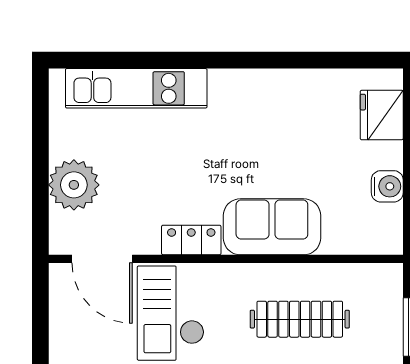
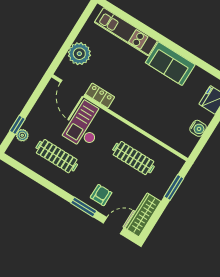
sofa: (272, 227) -> (170, 64), moved, turned 180
locker: (191, 240) -> (100, 95), moved

